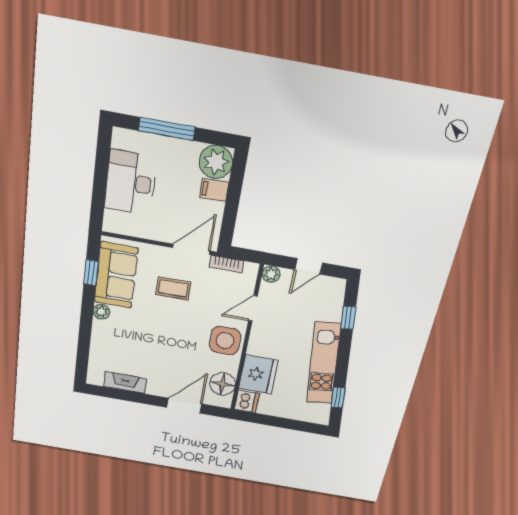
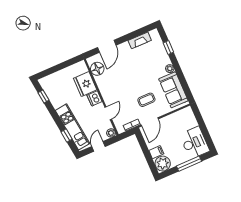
desk: (130, 183) -> (194, 143), moved
window: (91, 273) -> (168, 47), moved
side table: (225, 341) -> (110, 90), removed
kitchen unit: (323, 363) -> (73, 127), moved
dishwasher: (247, 401) -> (95, 98), moved

